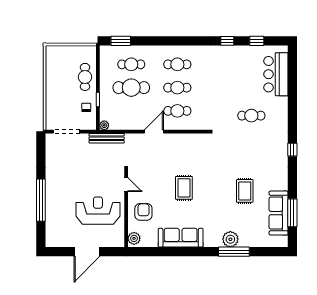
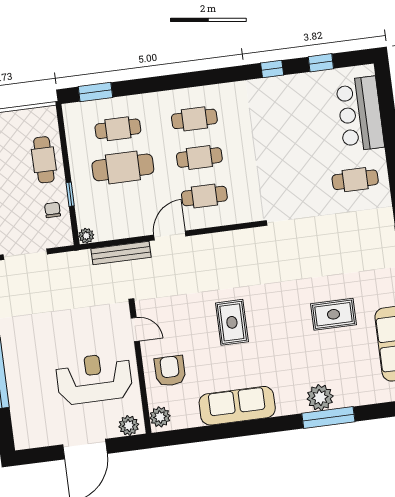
cafe table: (251, 116) -> (355, 180), moved
bench: (107, 138) -> (121, 253), moved
rug: (245, 191) -> (333, 314), turned 90
plant: (115, 241) -> (129, 426), added

